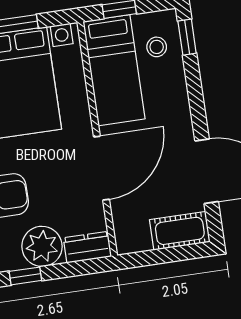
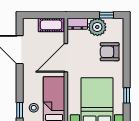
cot: (180, 231) -> (51, 25), moved

